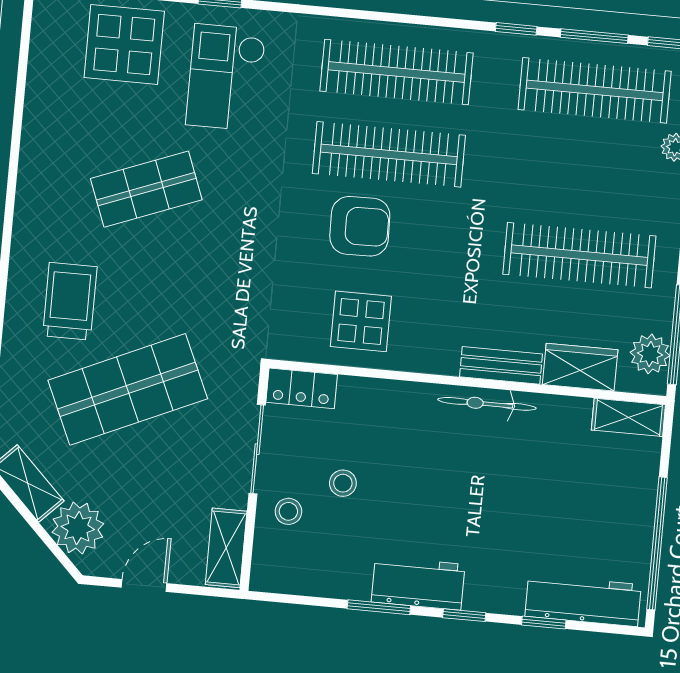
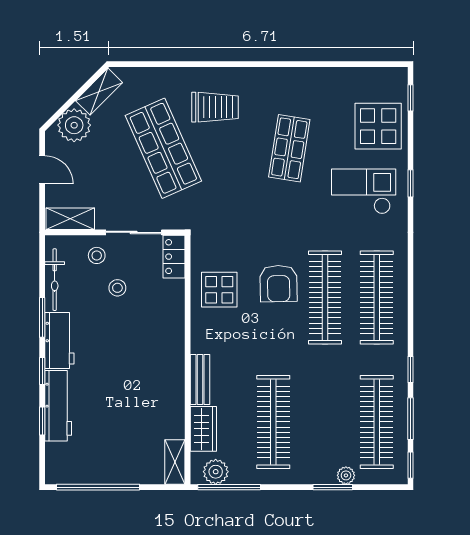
shop shelf: (146, 189) -> (289, 148), turned 30
bicycle: (487, 404) -> (55, 280), moved, turned 180
workbench: (583, 600) -> (58, 406), moved

